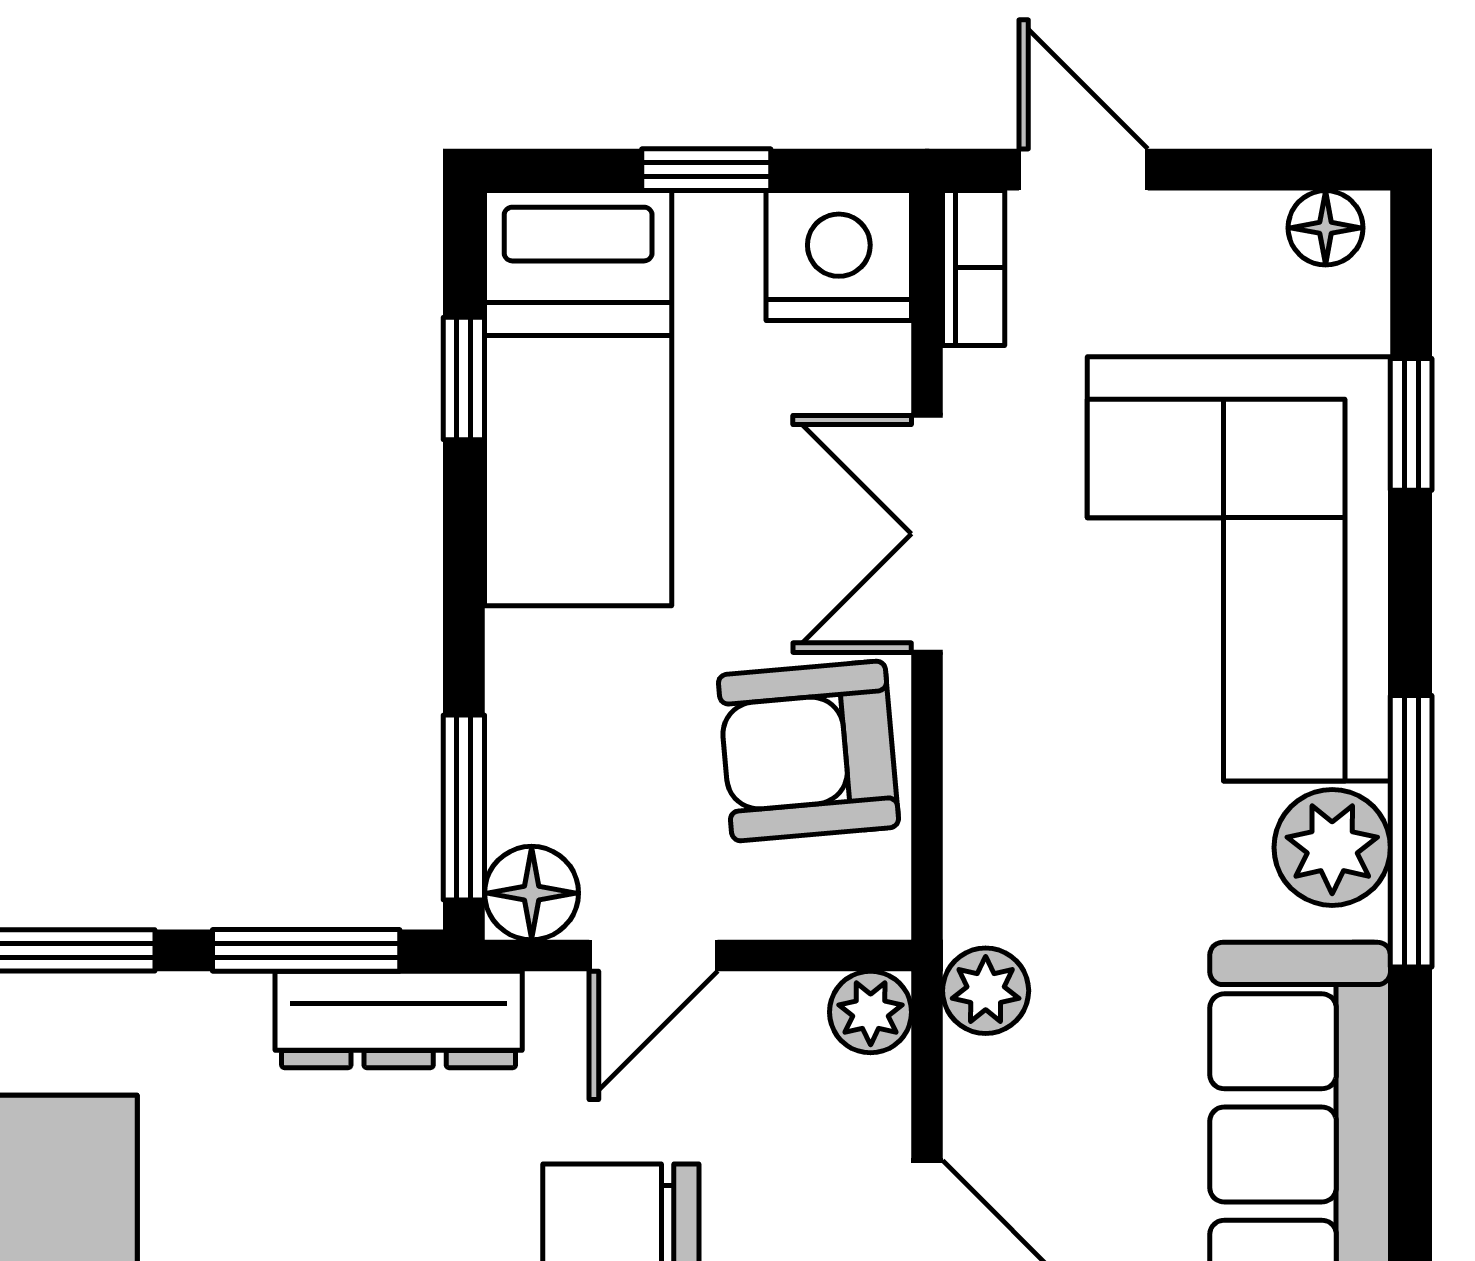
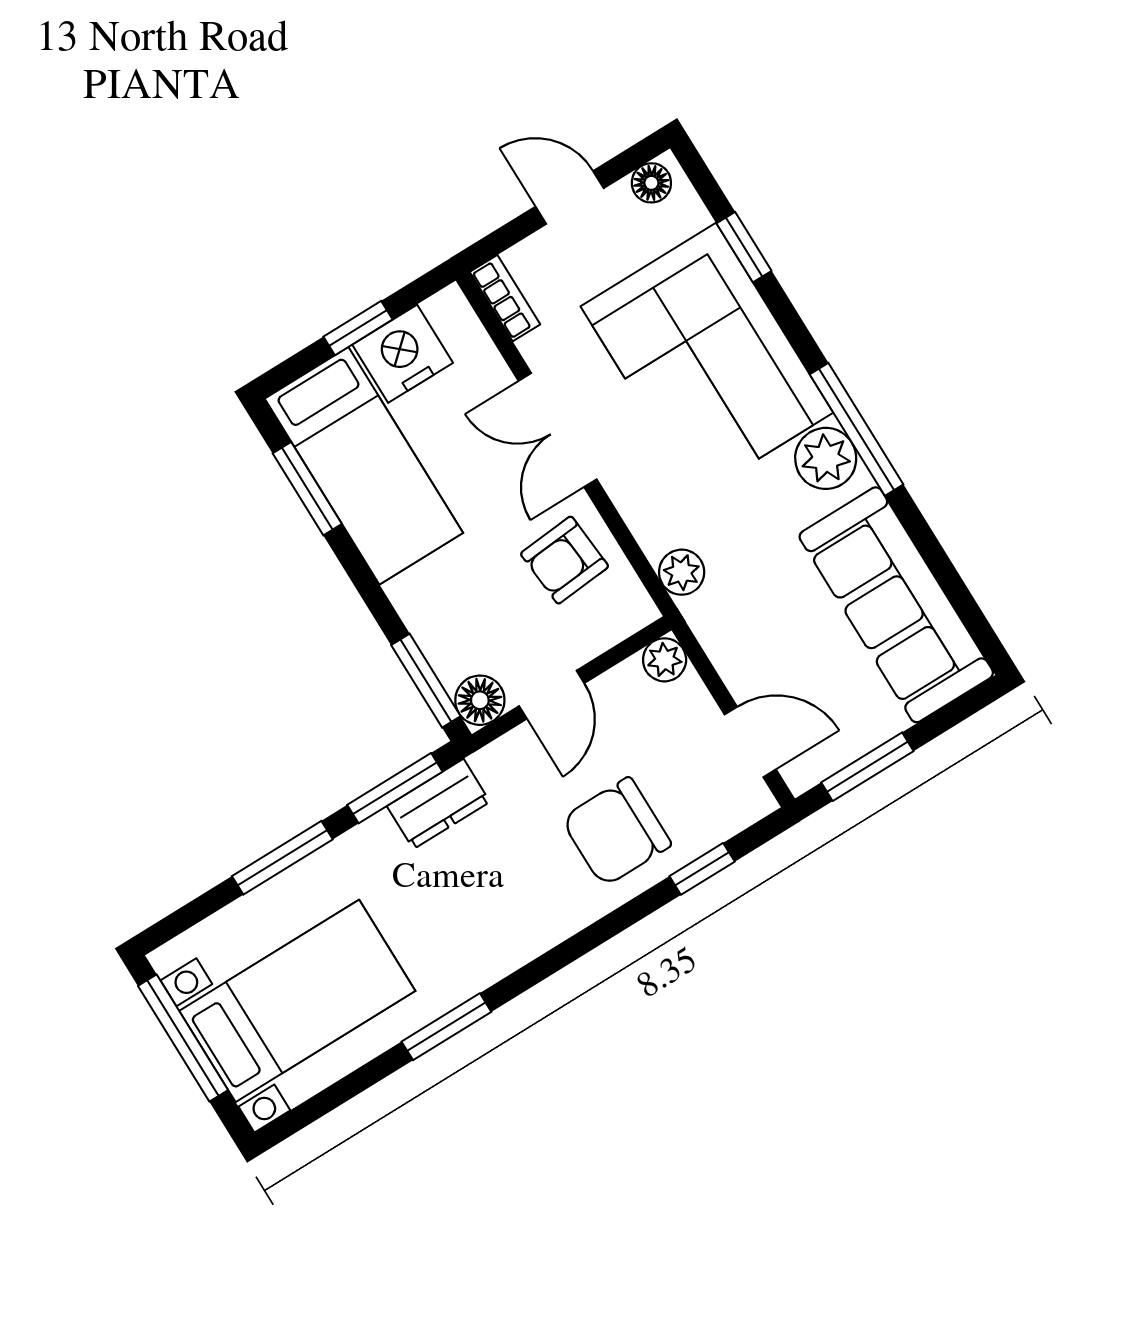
door: (1083, 170) -> (570, 197), moved
nightstand: (839, 256) -> (403, 354), moved
window: (464, 378) -> (307, 489), width x1.50
armchair: (808, 751) -> (565, 560), width x0.72, depth x0.72
plant: (986, 991) -> (682, 572), moved
dresser: (399, 1019) -> (438, 804), width x0.70

